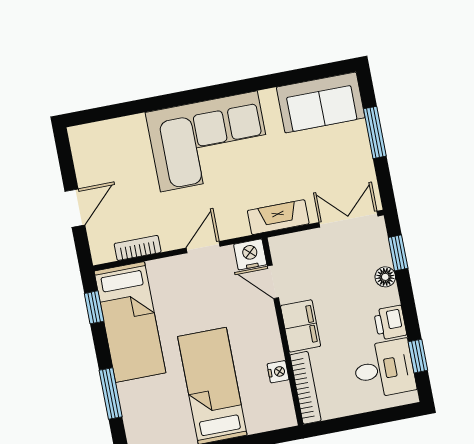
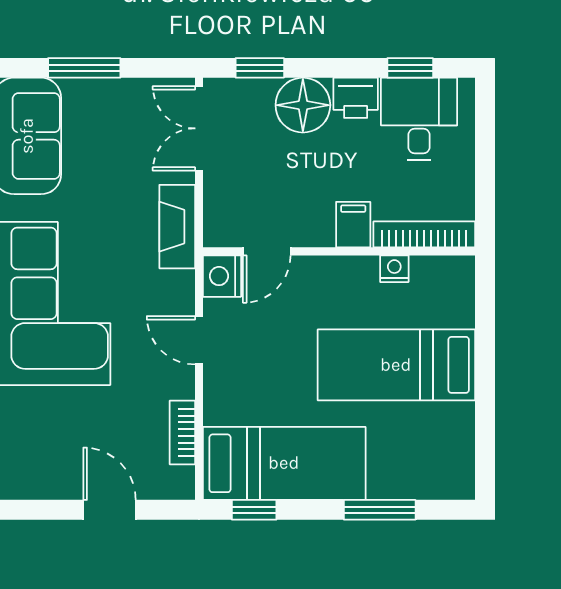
floor lamp: (385, 277) -> (303, 105), width x1.89, depth x1.89
filing cabinet: (301, 326) -> (353, 225), width x0.50

